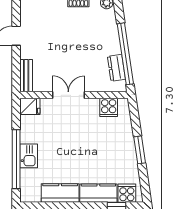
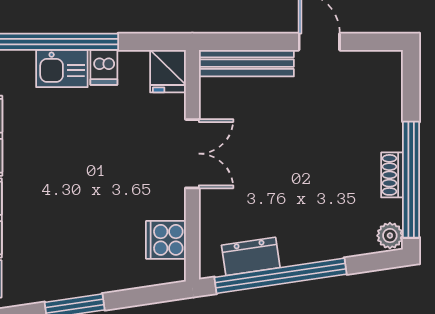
bench: (26, 76) -> (246, 63), width x1.36
dishwasher: (28, 136) -> (104, 67), added

